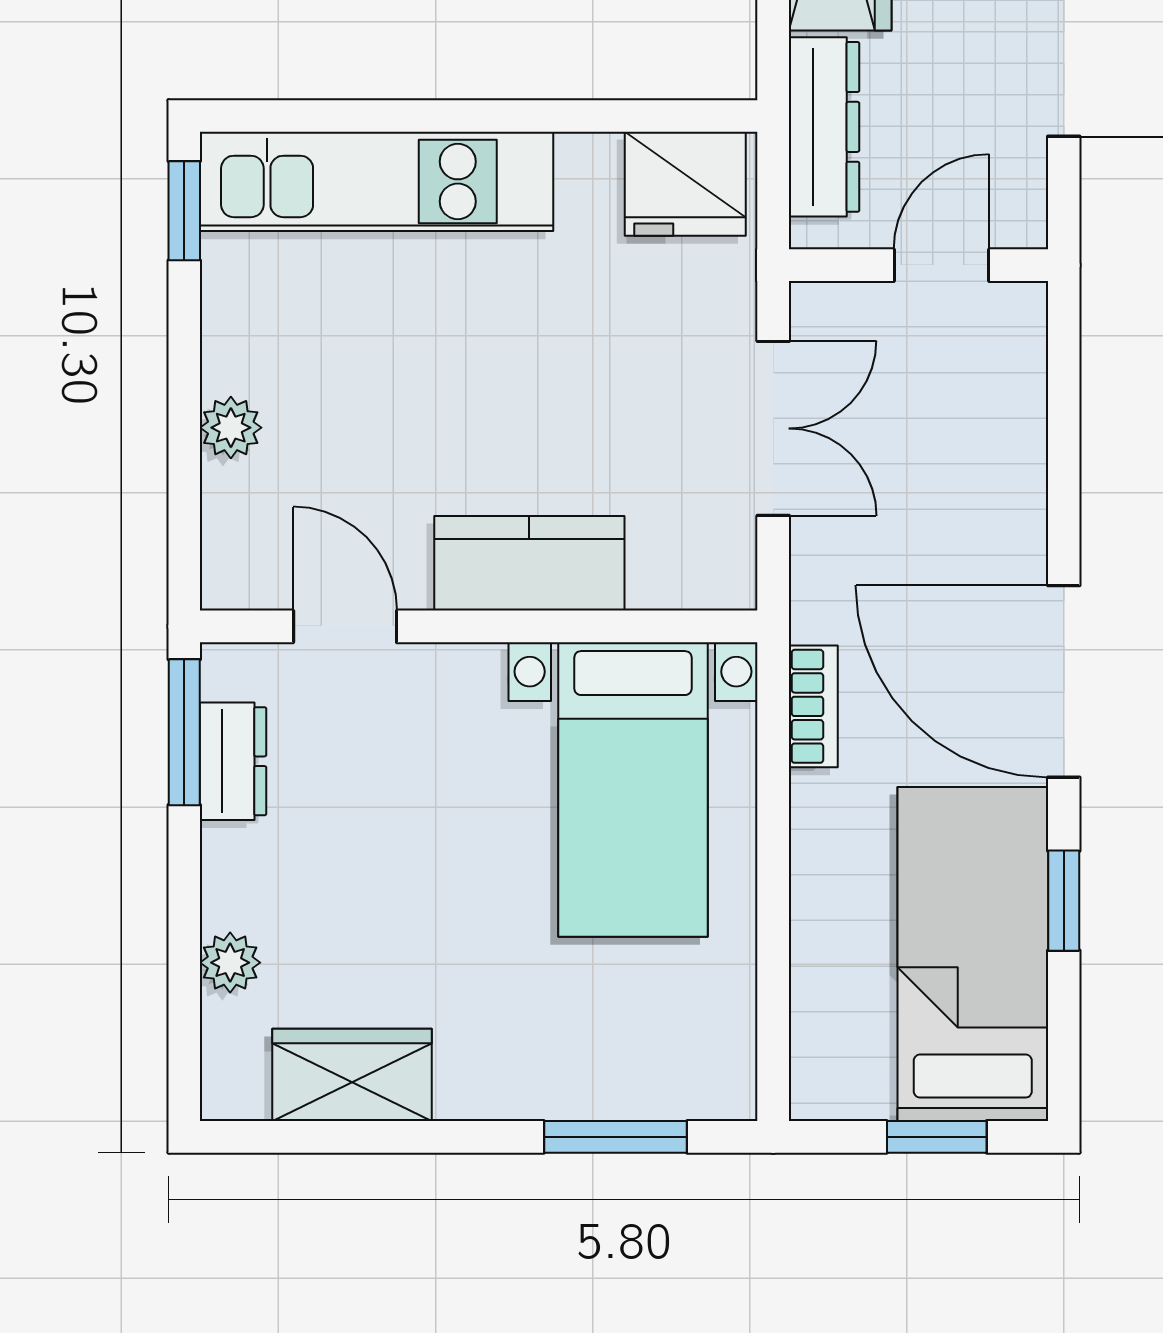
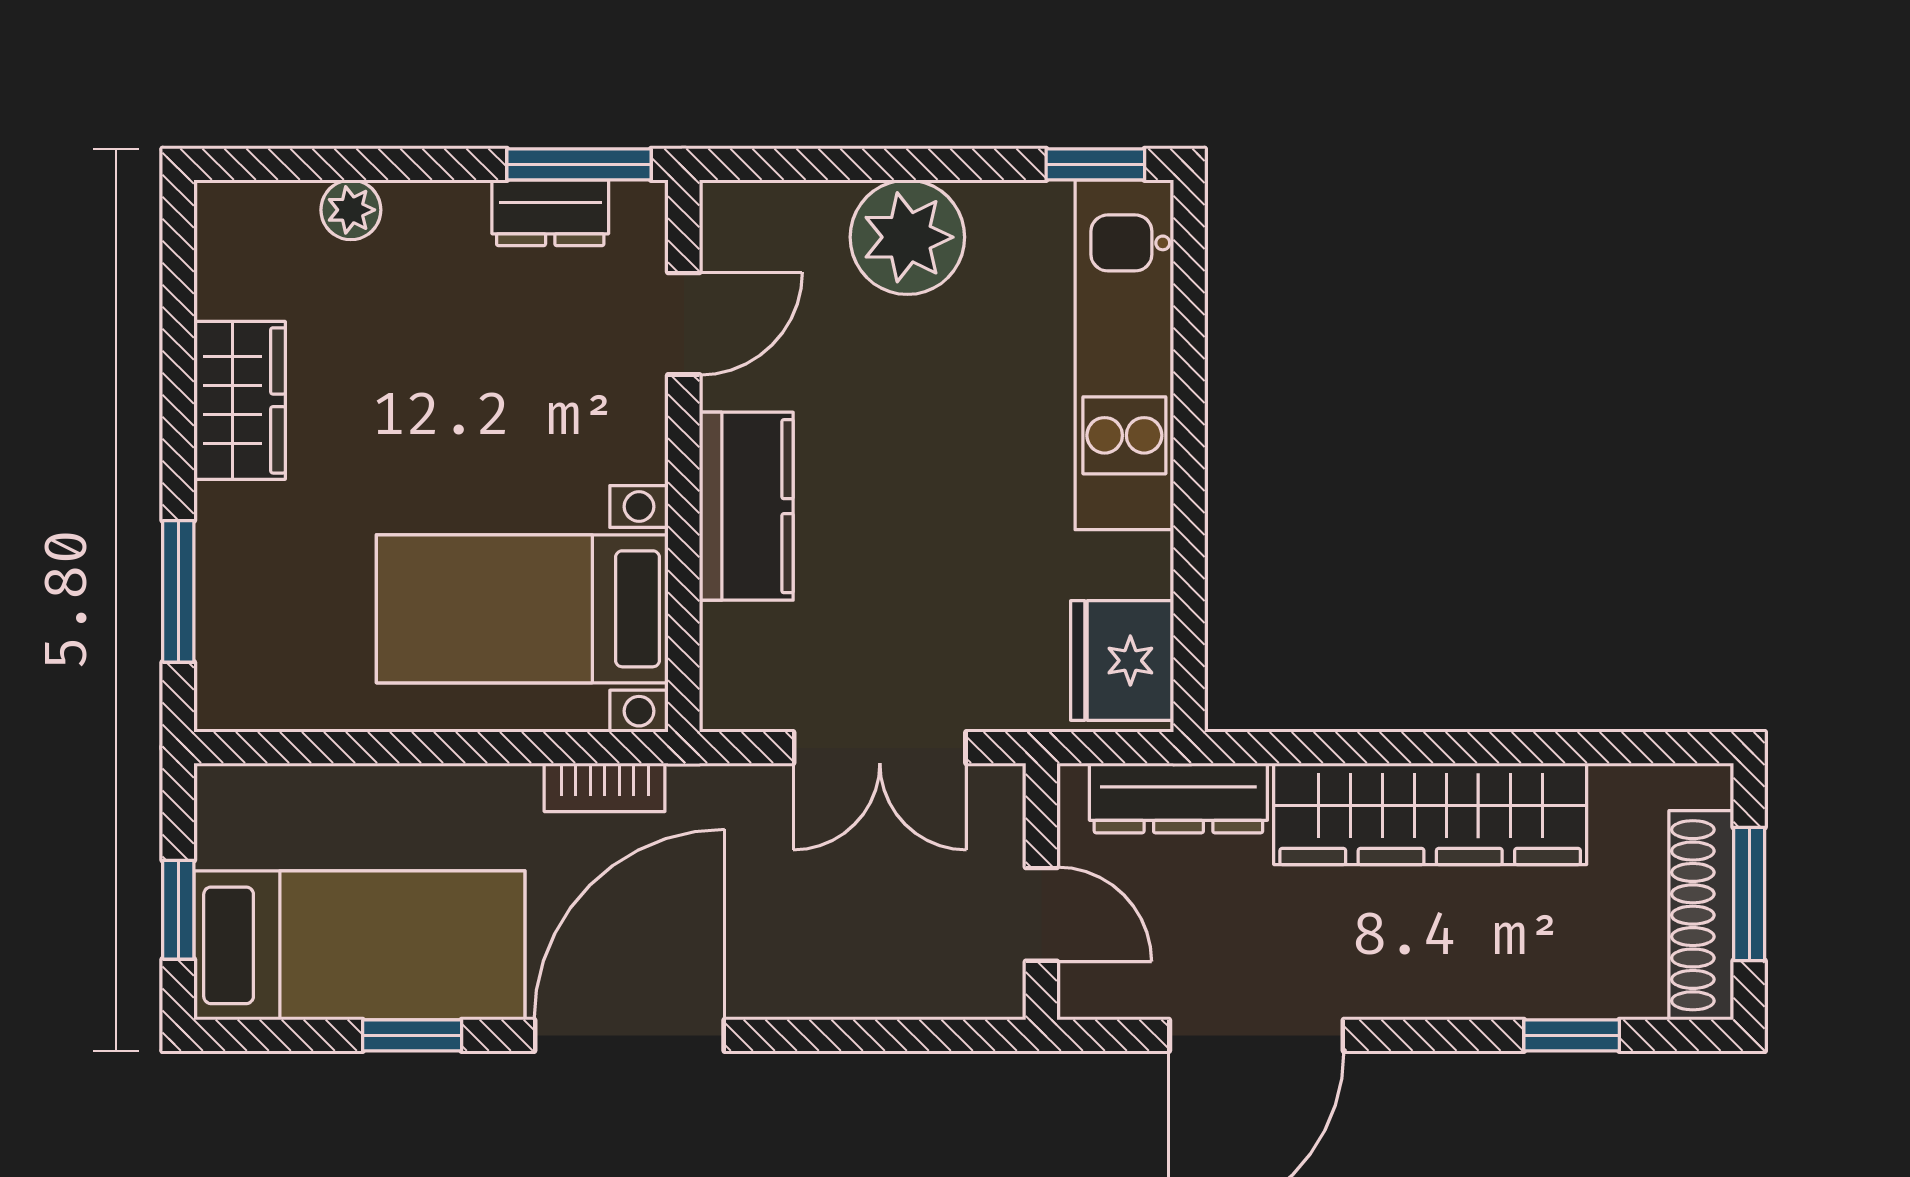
plant: (231, 428) -> (907, 237), width x1.87, depth x1.87
wardrobe: (352, 1075) -> (240, 400), moved

